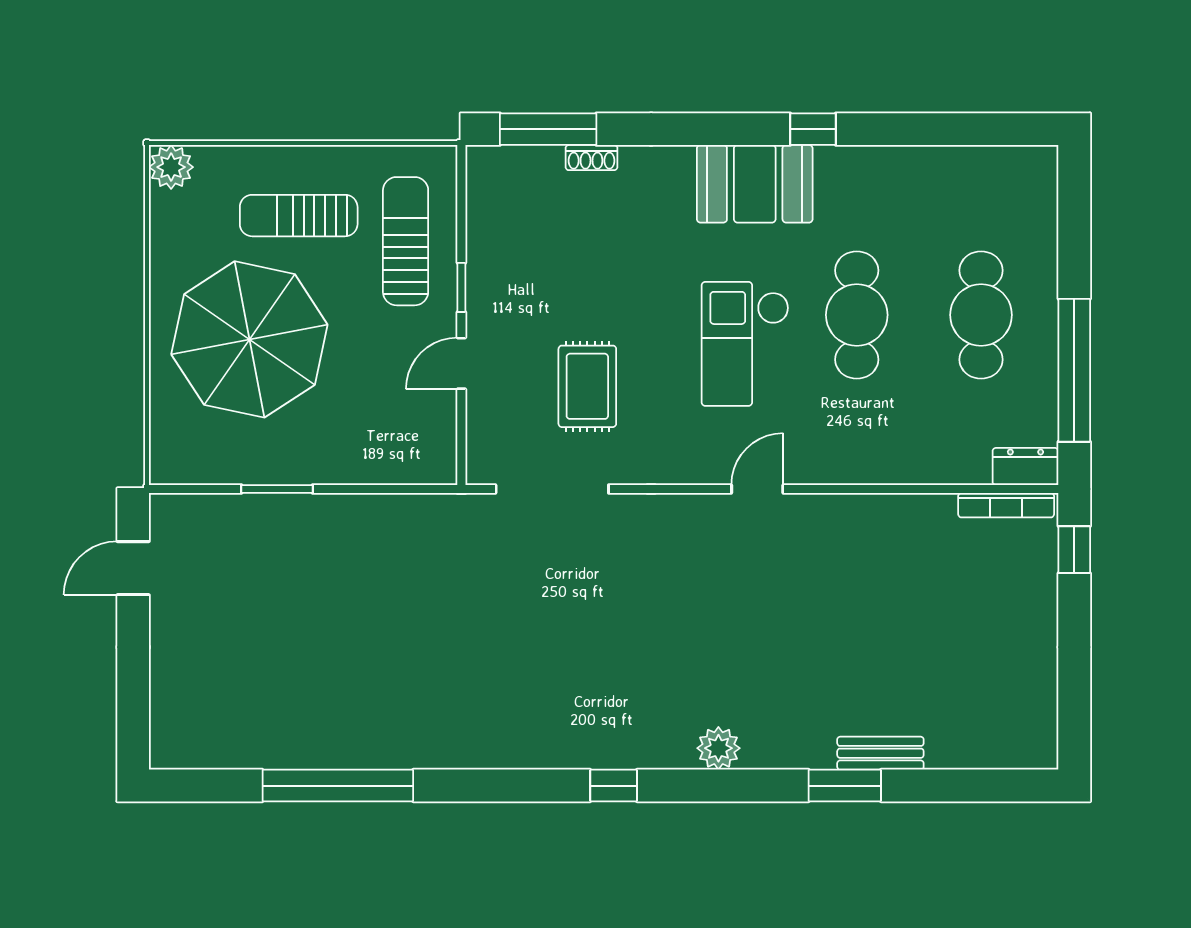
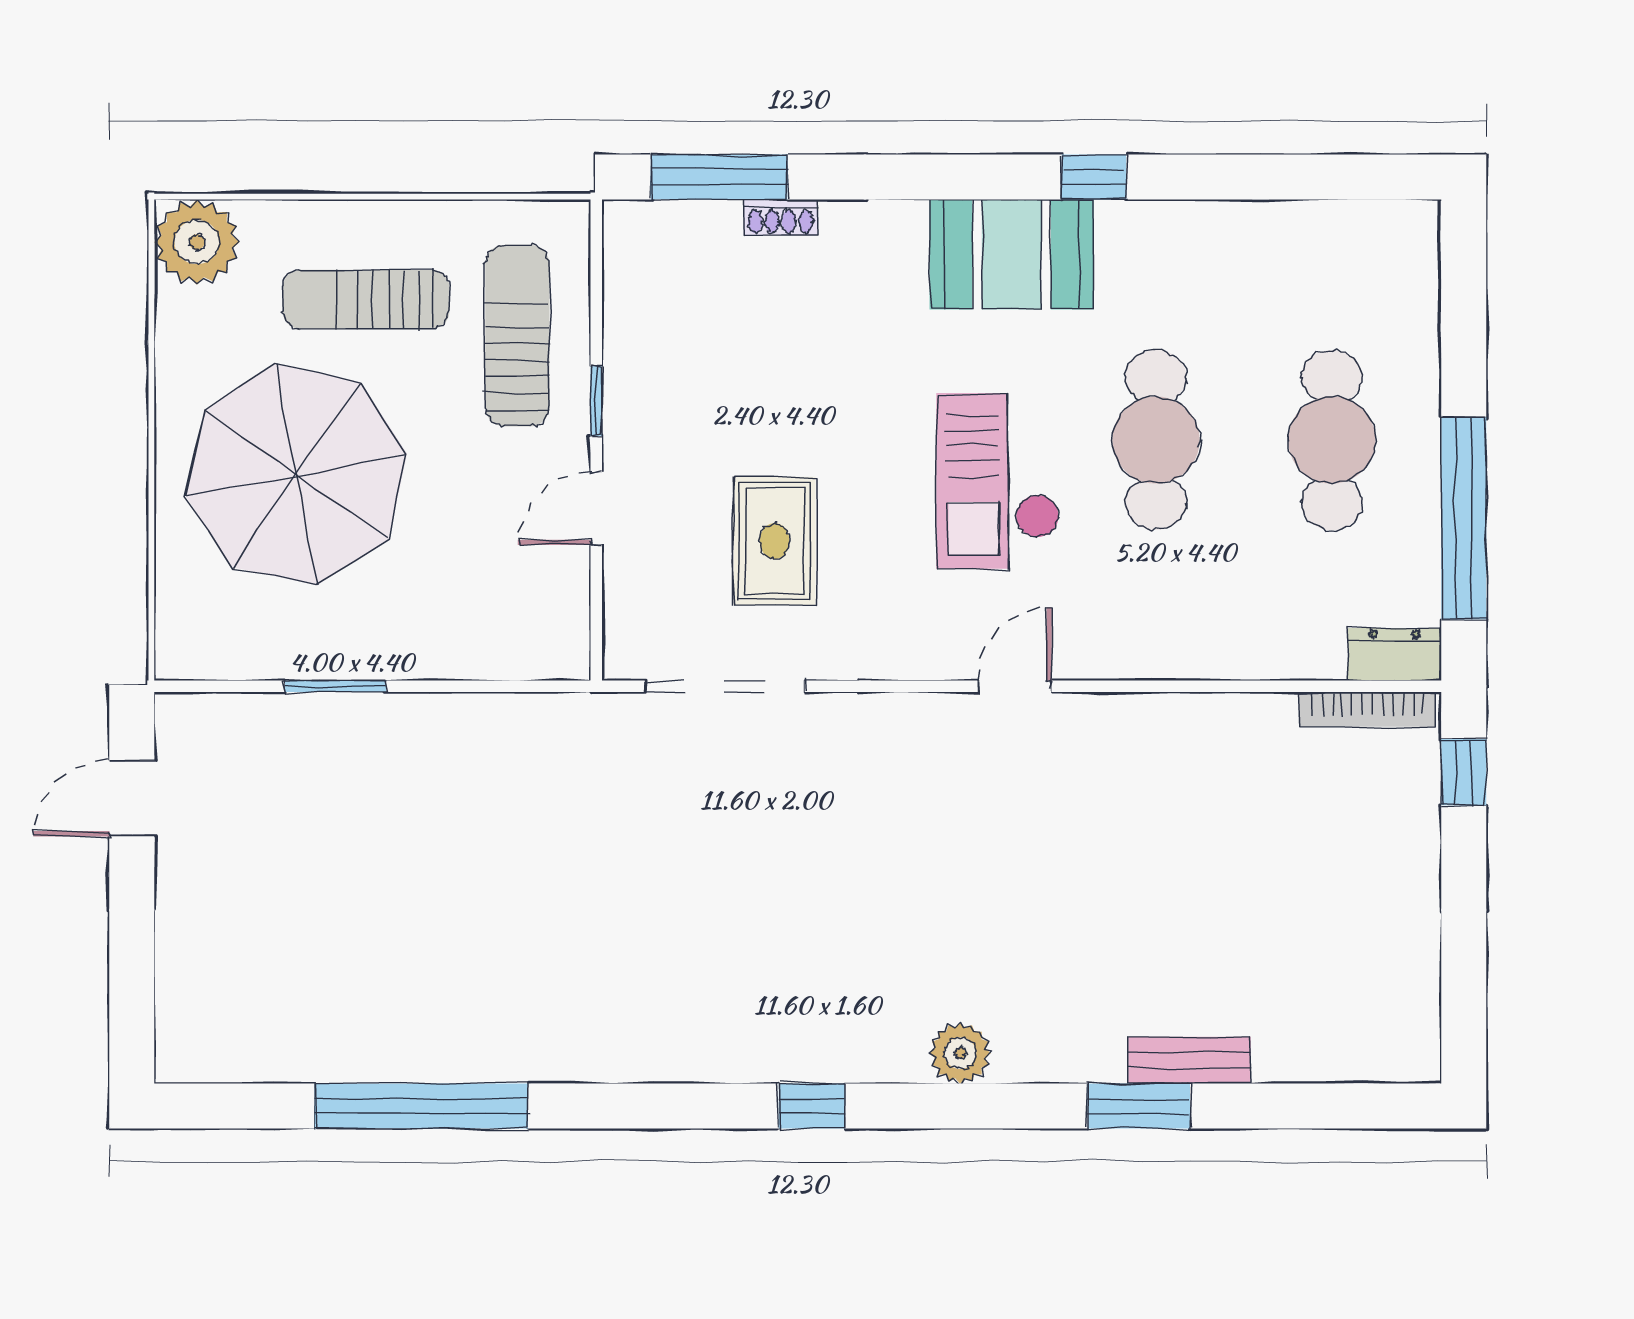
plant: (171, 167) -> (197, 242), width x1.36, depth x1.36

